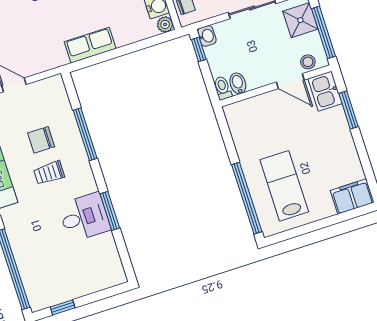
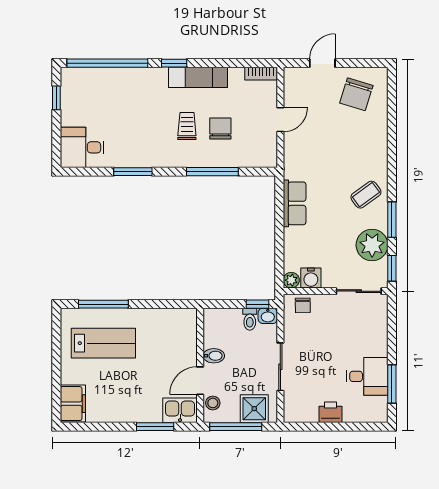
bidet: (238, 83) -> (214, 356), moved
toilet: (223, 88) -> (250, 319), moved, turned 90
window: (247, 198) -> (103, 304), width x0.68
desk: (84, 217) -> (82, 147), moved, turned 90

